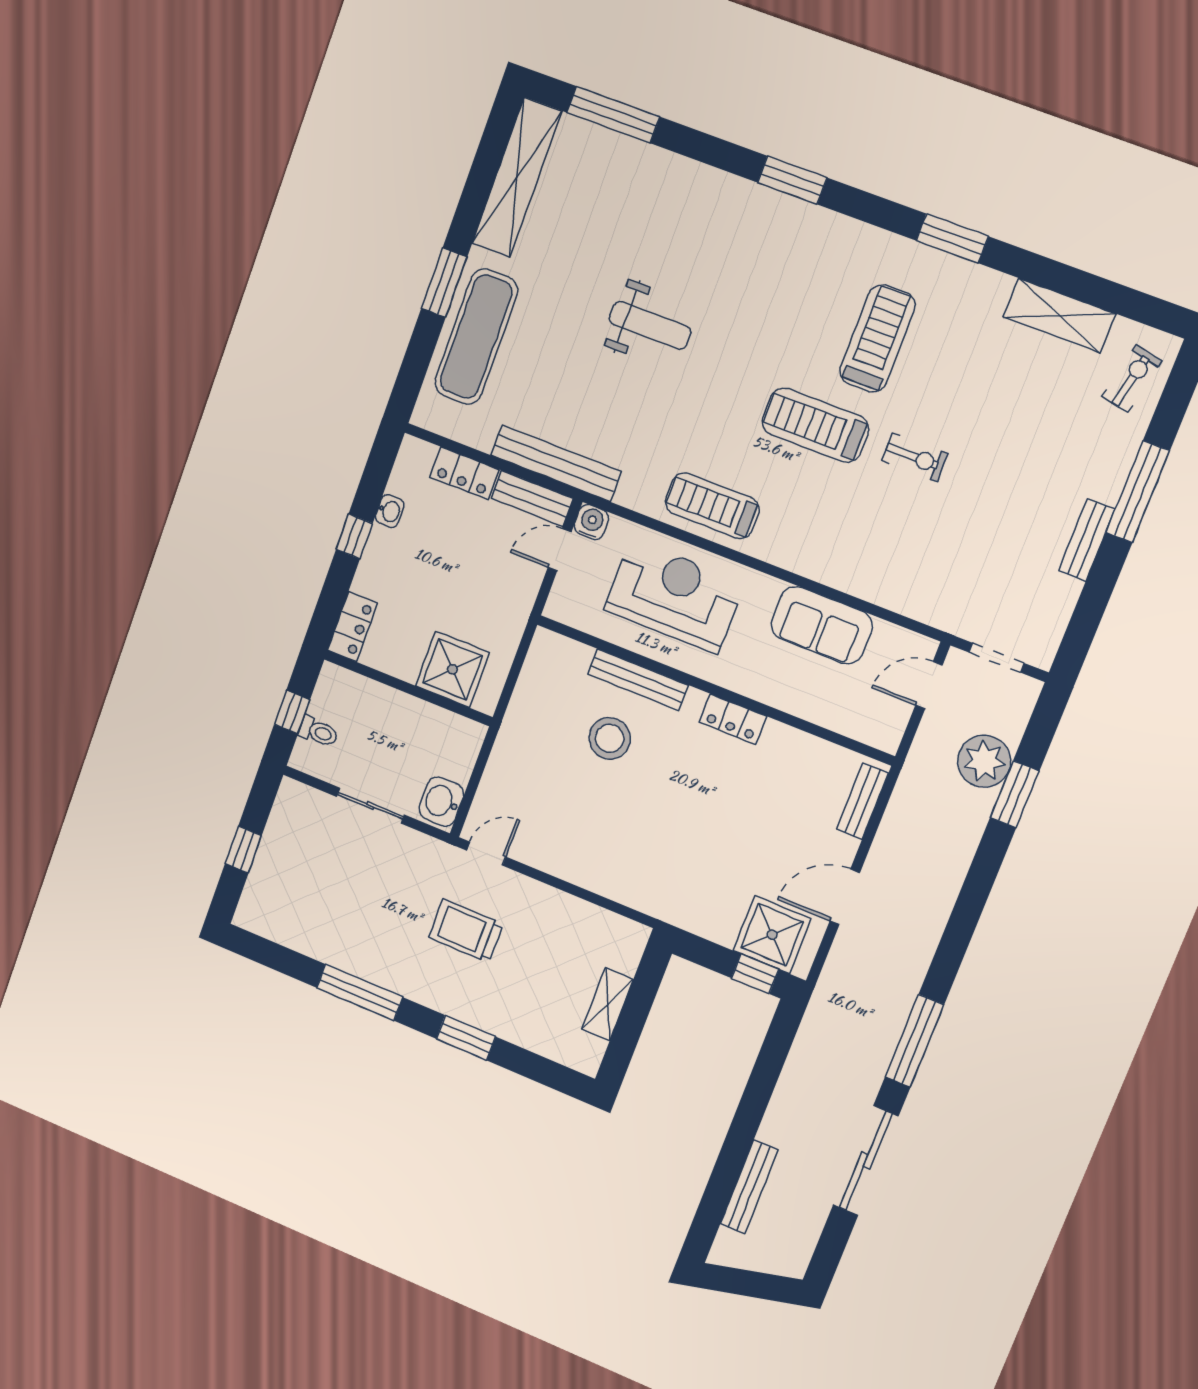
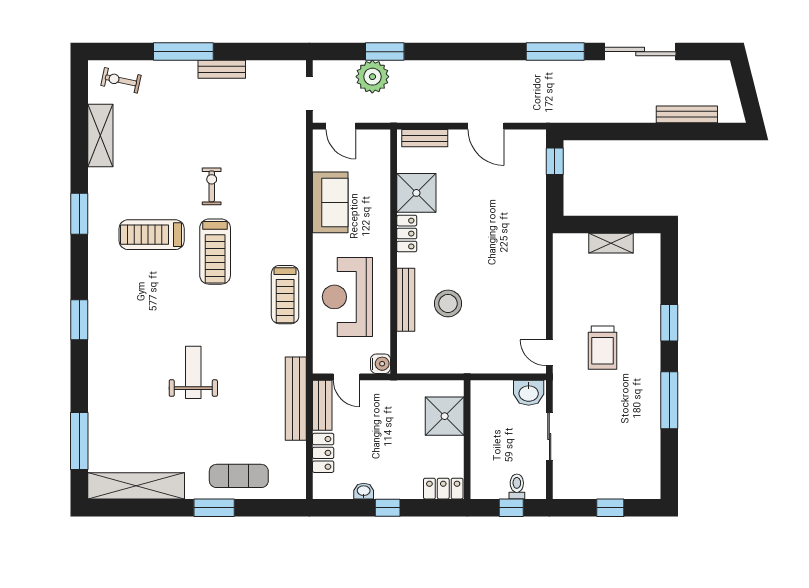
exercise mat: (476, 337) -> (239, 476), width x0.73, depth x0.69
water cooler: (591, 522) -> (381, 364), moved, turned 180
shower: (772, 935) -> (416, 193), moved

